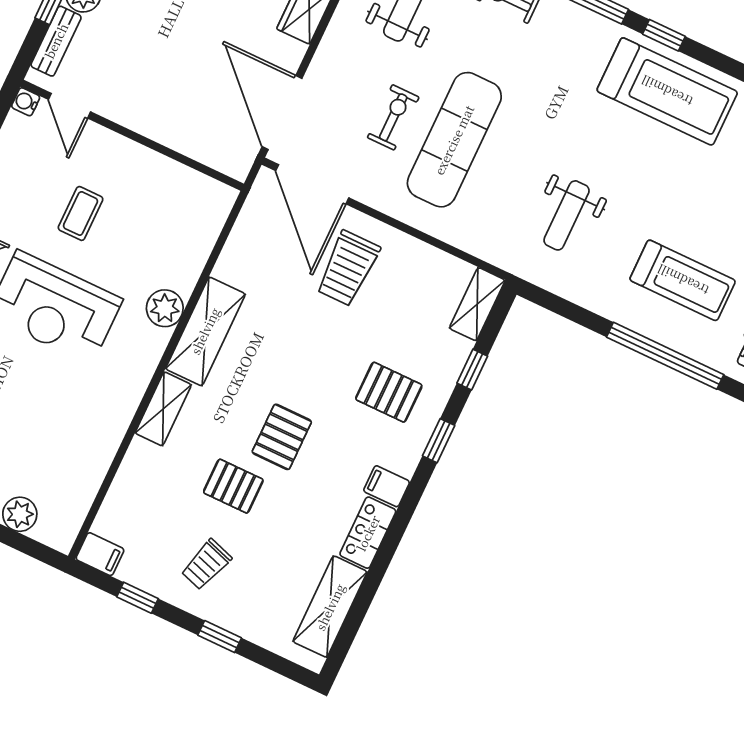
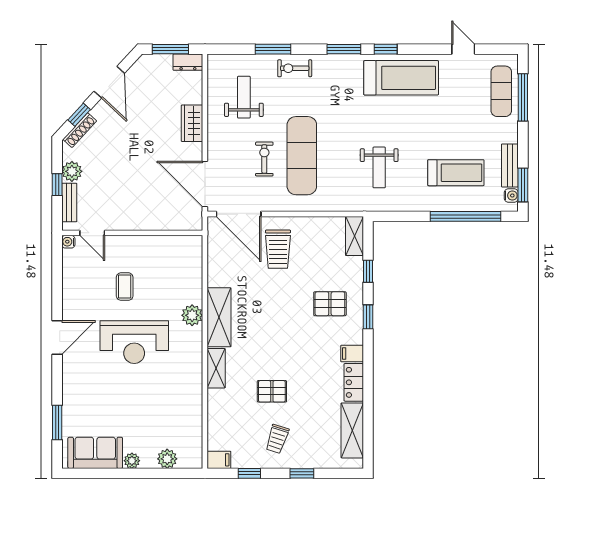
pallet: (282, 437) -> (285, 354), removed

